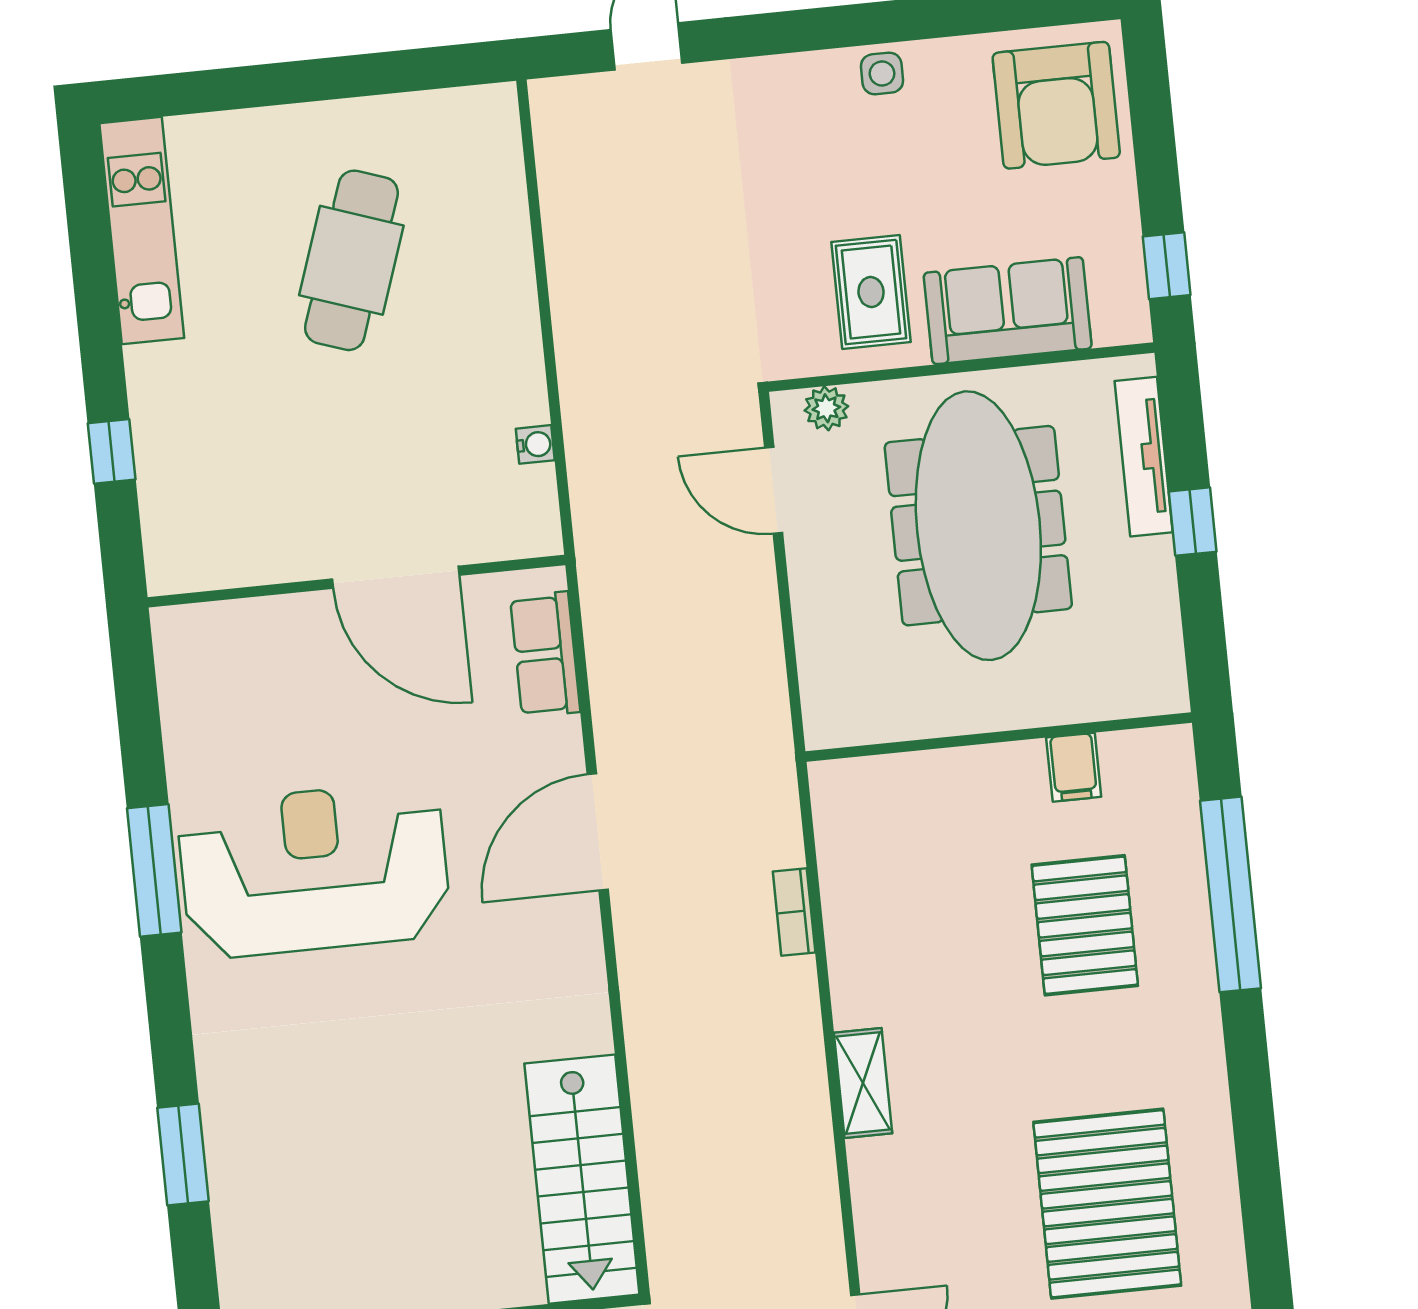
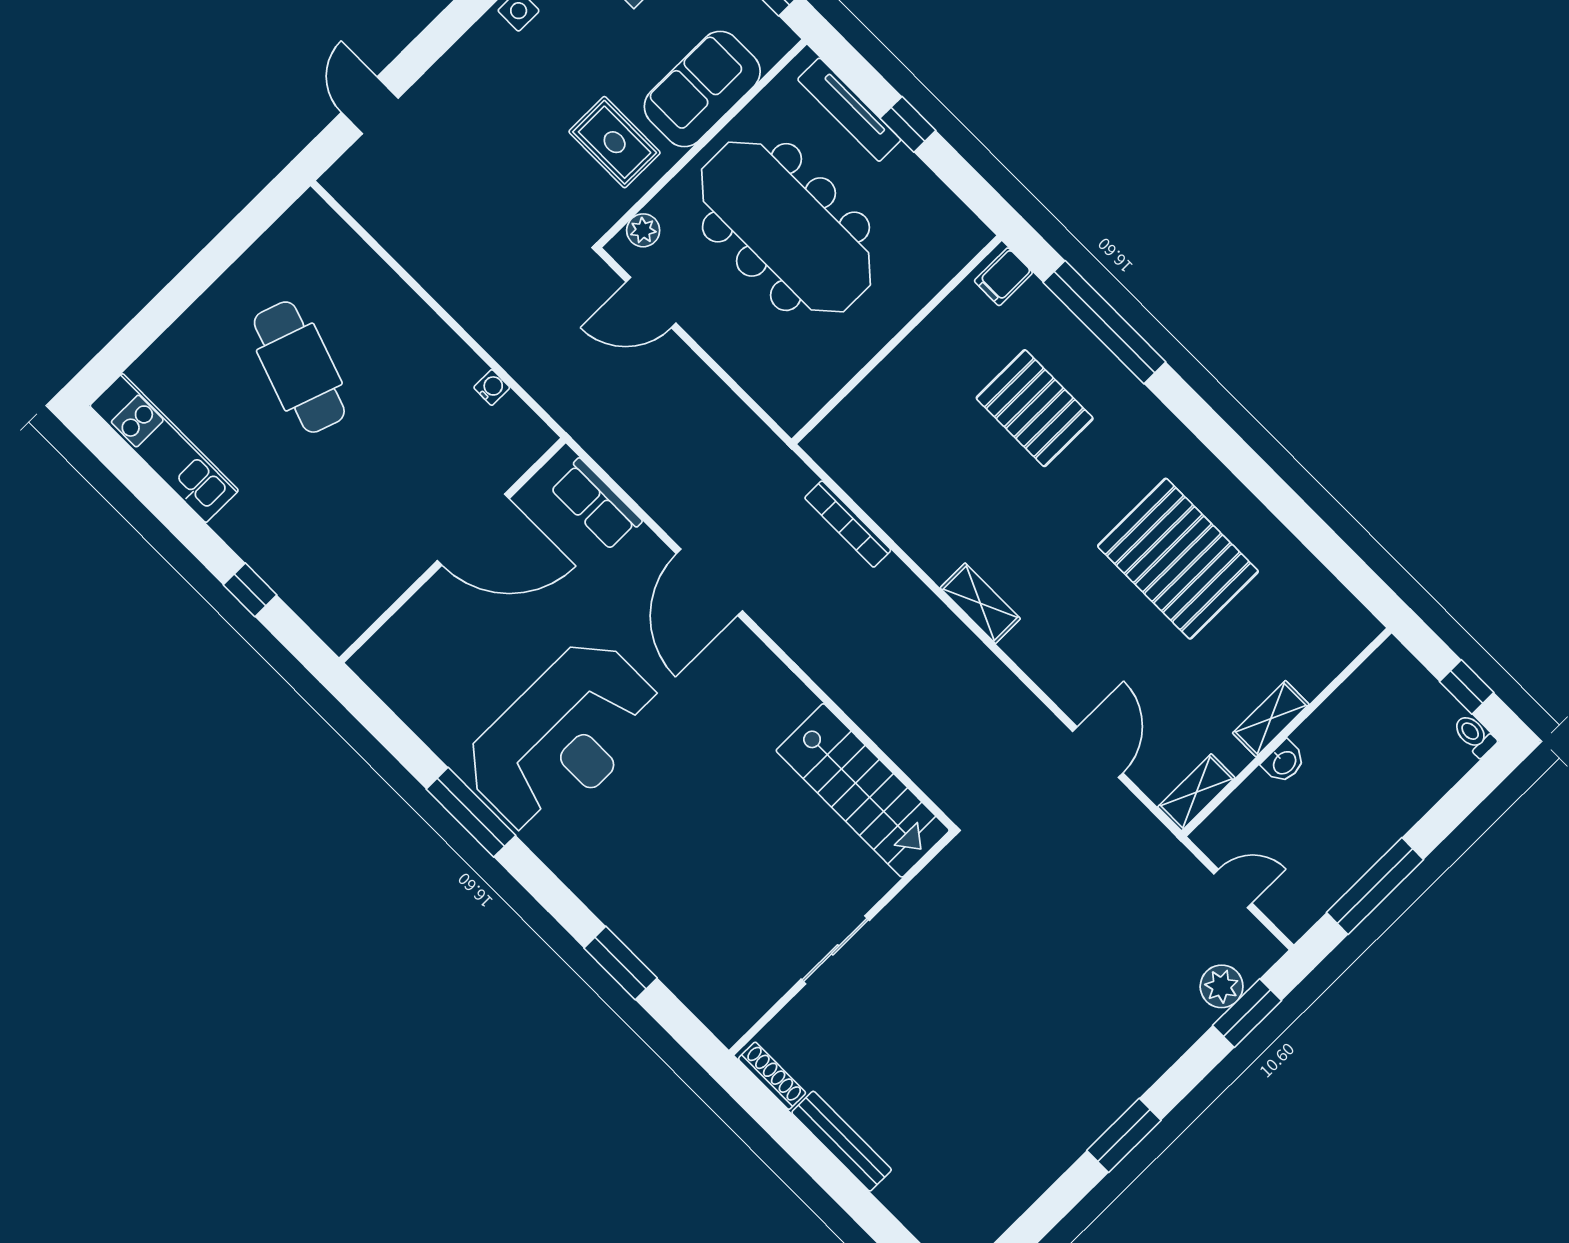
filing cabinet: (1074, 767) -> (1003, 277), moved, turned 90
reception desk: (314, 870) -> (563, 737), turned 180
bookcase: (794, 912) -> (848, 524), width x1.56

